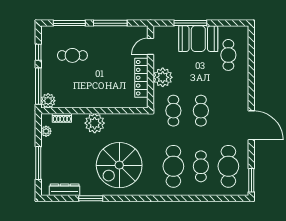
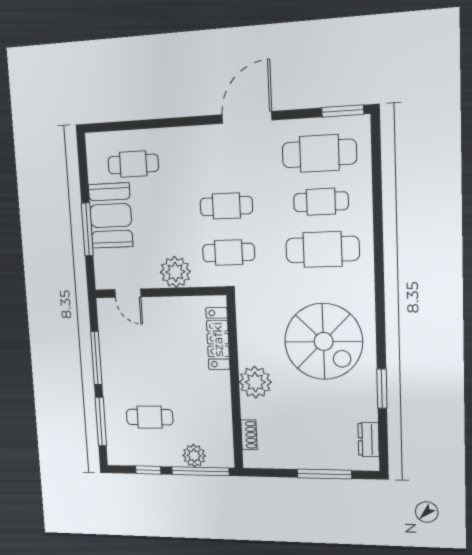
cafe table: (72, 55) -> (150, 417), turned 90
locker: (141, 78) -> (218, 339), moved, turned 90
plant: (48, 101) -> (194, 456), moved
plant: (46, 131) -> (272, 460), removed
dresser: (65, 190) -> (369, 439), width x0.70

